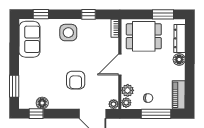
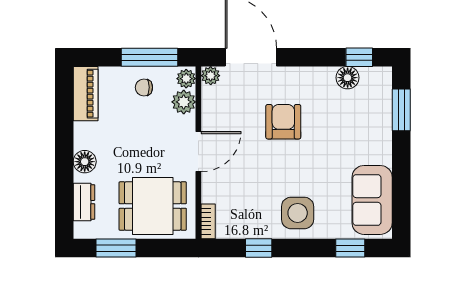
dresser: (180, 38) -> (84, 202), width x0.70
window: (156, 114) -> (149, 57), moved

